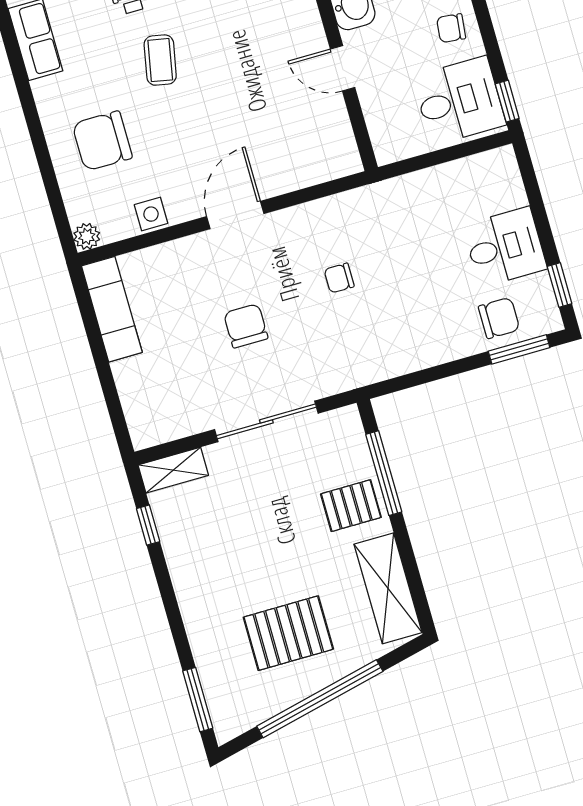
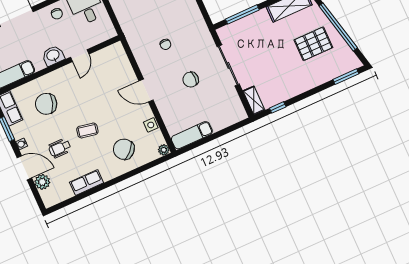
chair: (102, 141) -> (124, 149), turned 135
pallet: (351, 506) -> (258, 26), removed
pallet: (288, 633) -> (313, 44), turned 90

